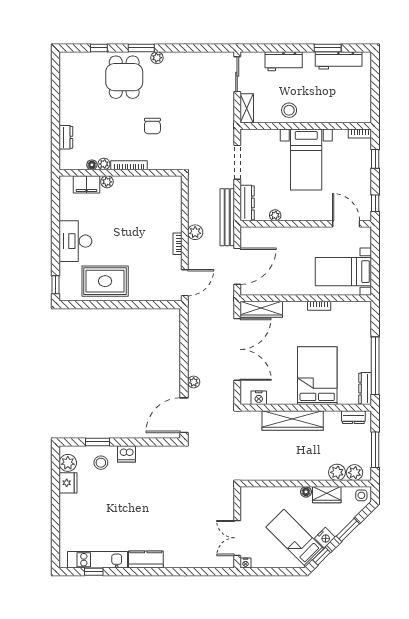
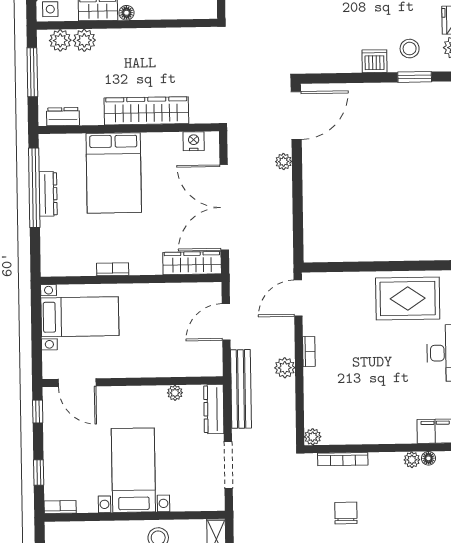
bookcase: (129, 165) -> (343, 459), moved
plant: (107, 182) -> (313, 437), moved
door: (237, 266) -> (226, 322), width x0.73
dresser: (365, 389) -> (48, 194), moved

